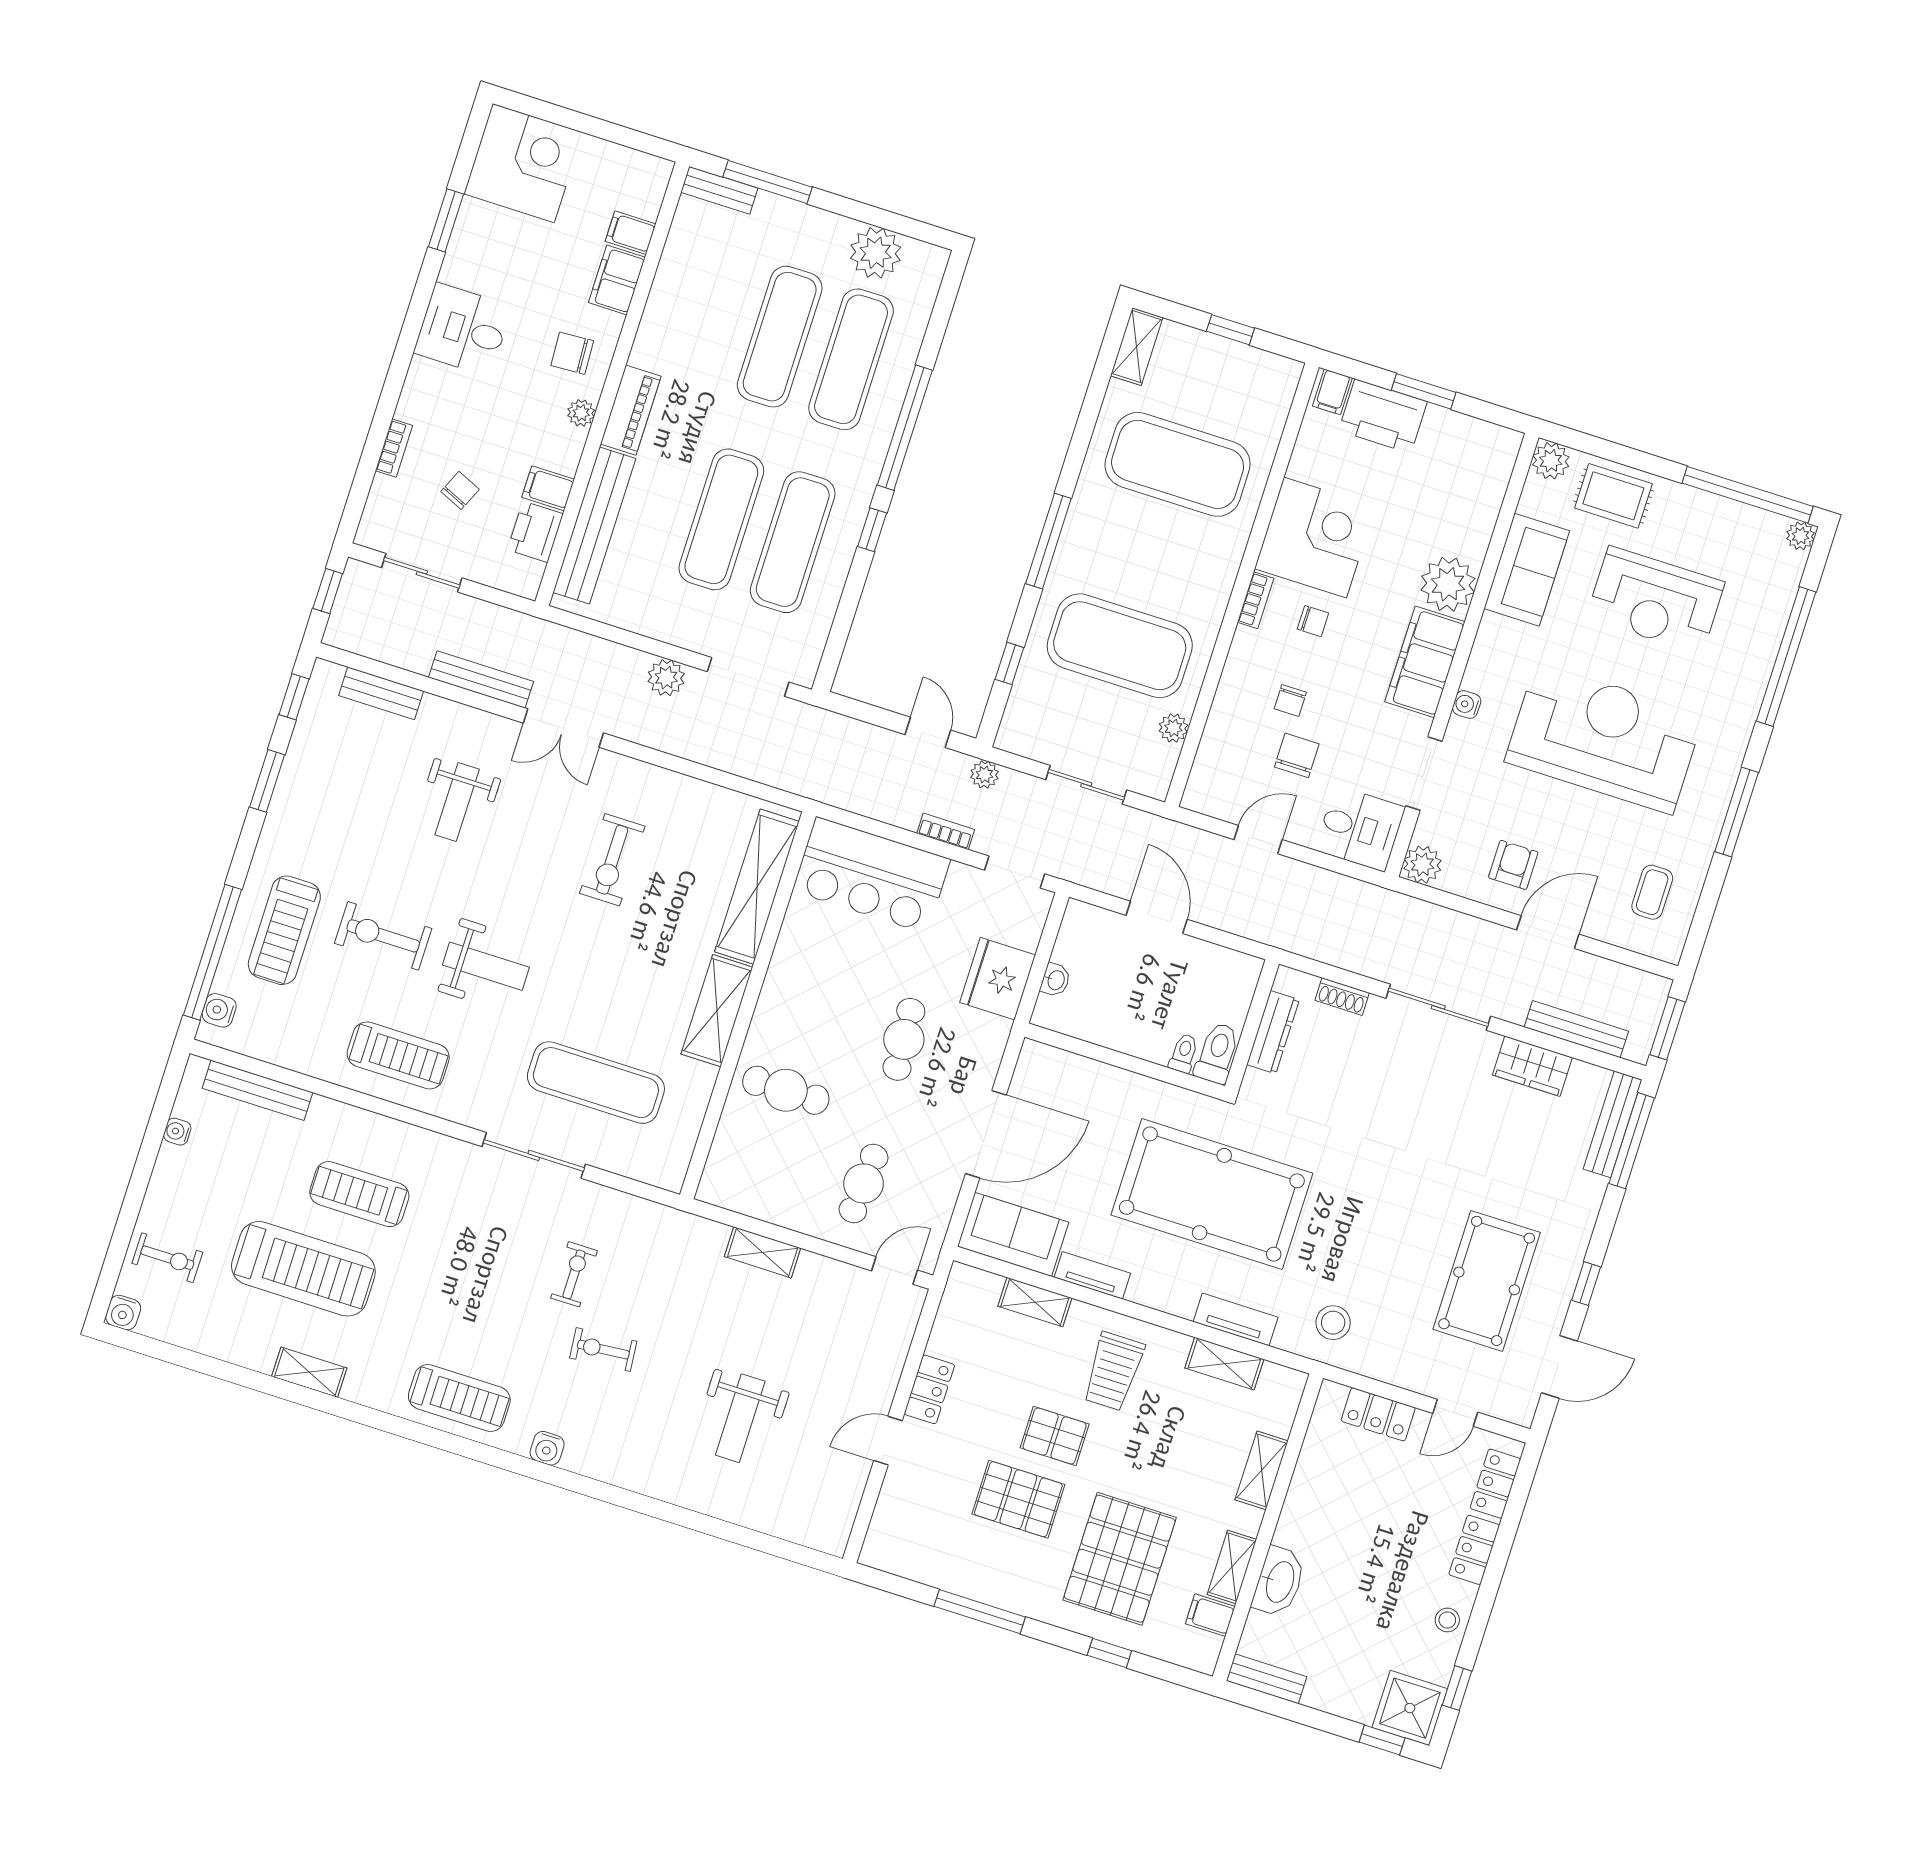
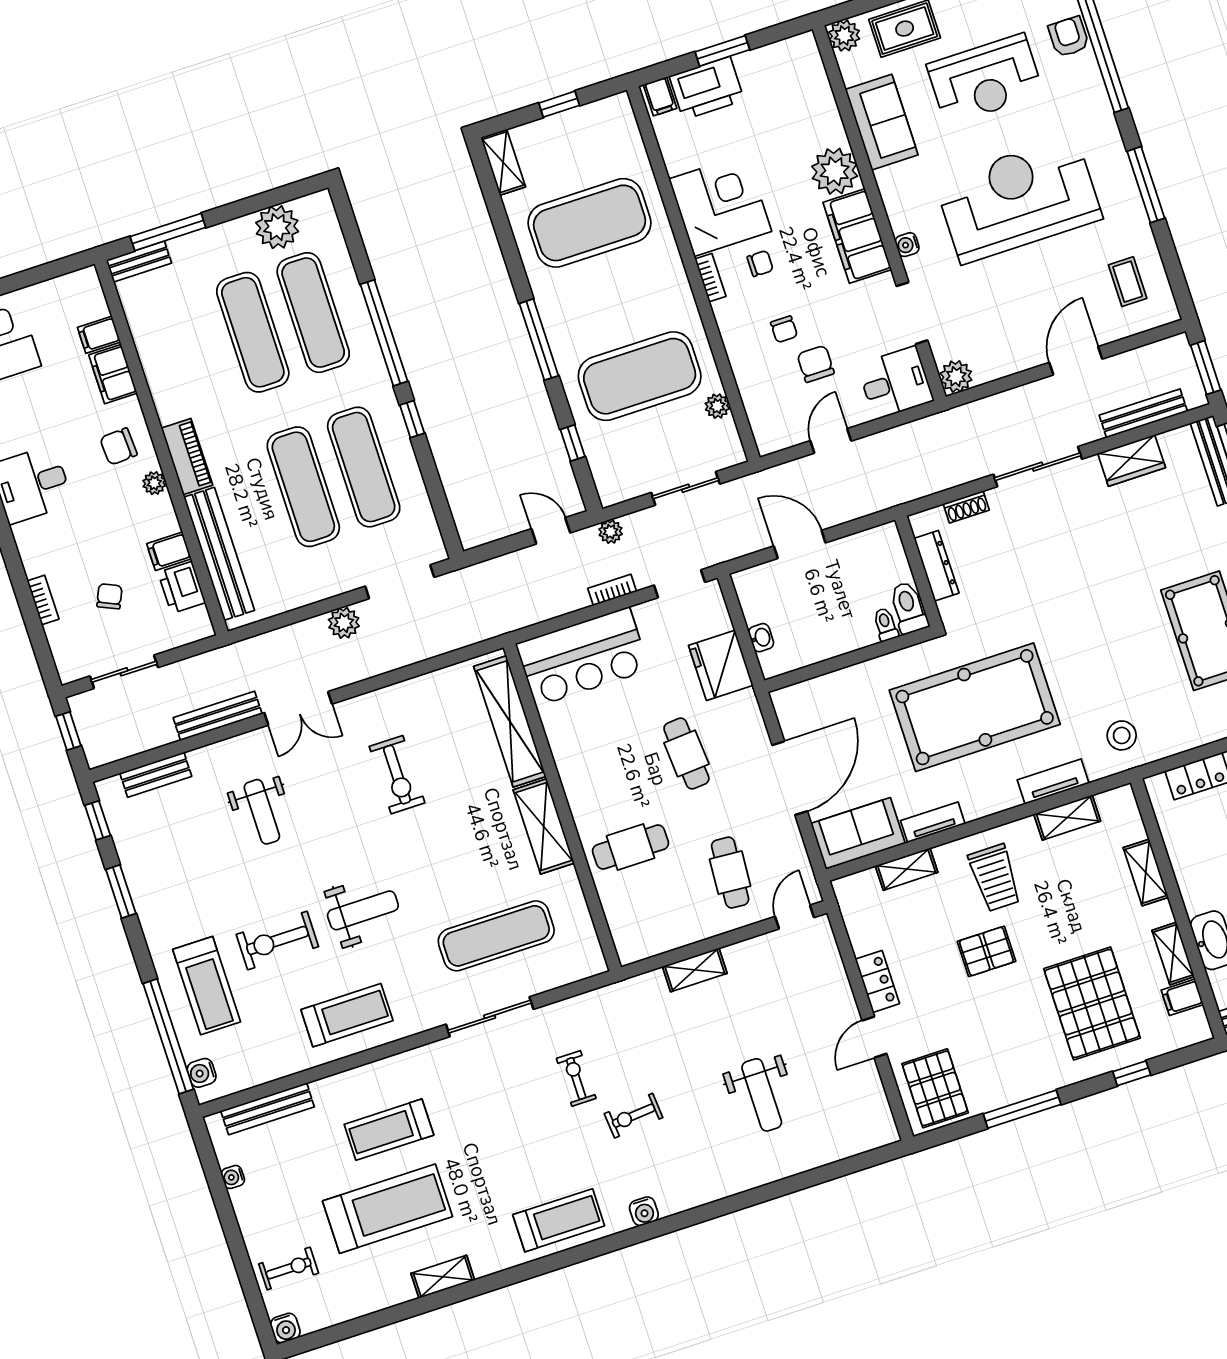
armchair: (1513, 865) -> (1069, 37), moved
pallet: (1018, 1499) -> (935, 1088), moved, turned 90

